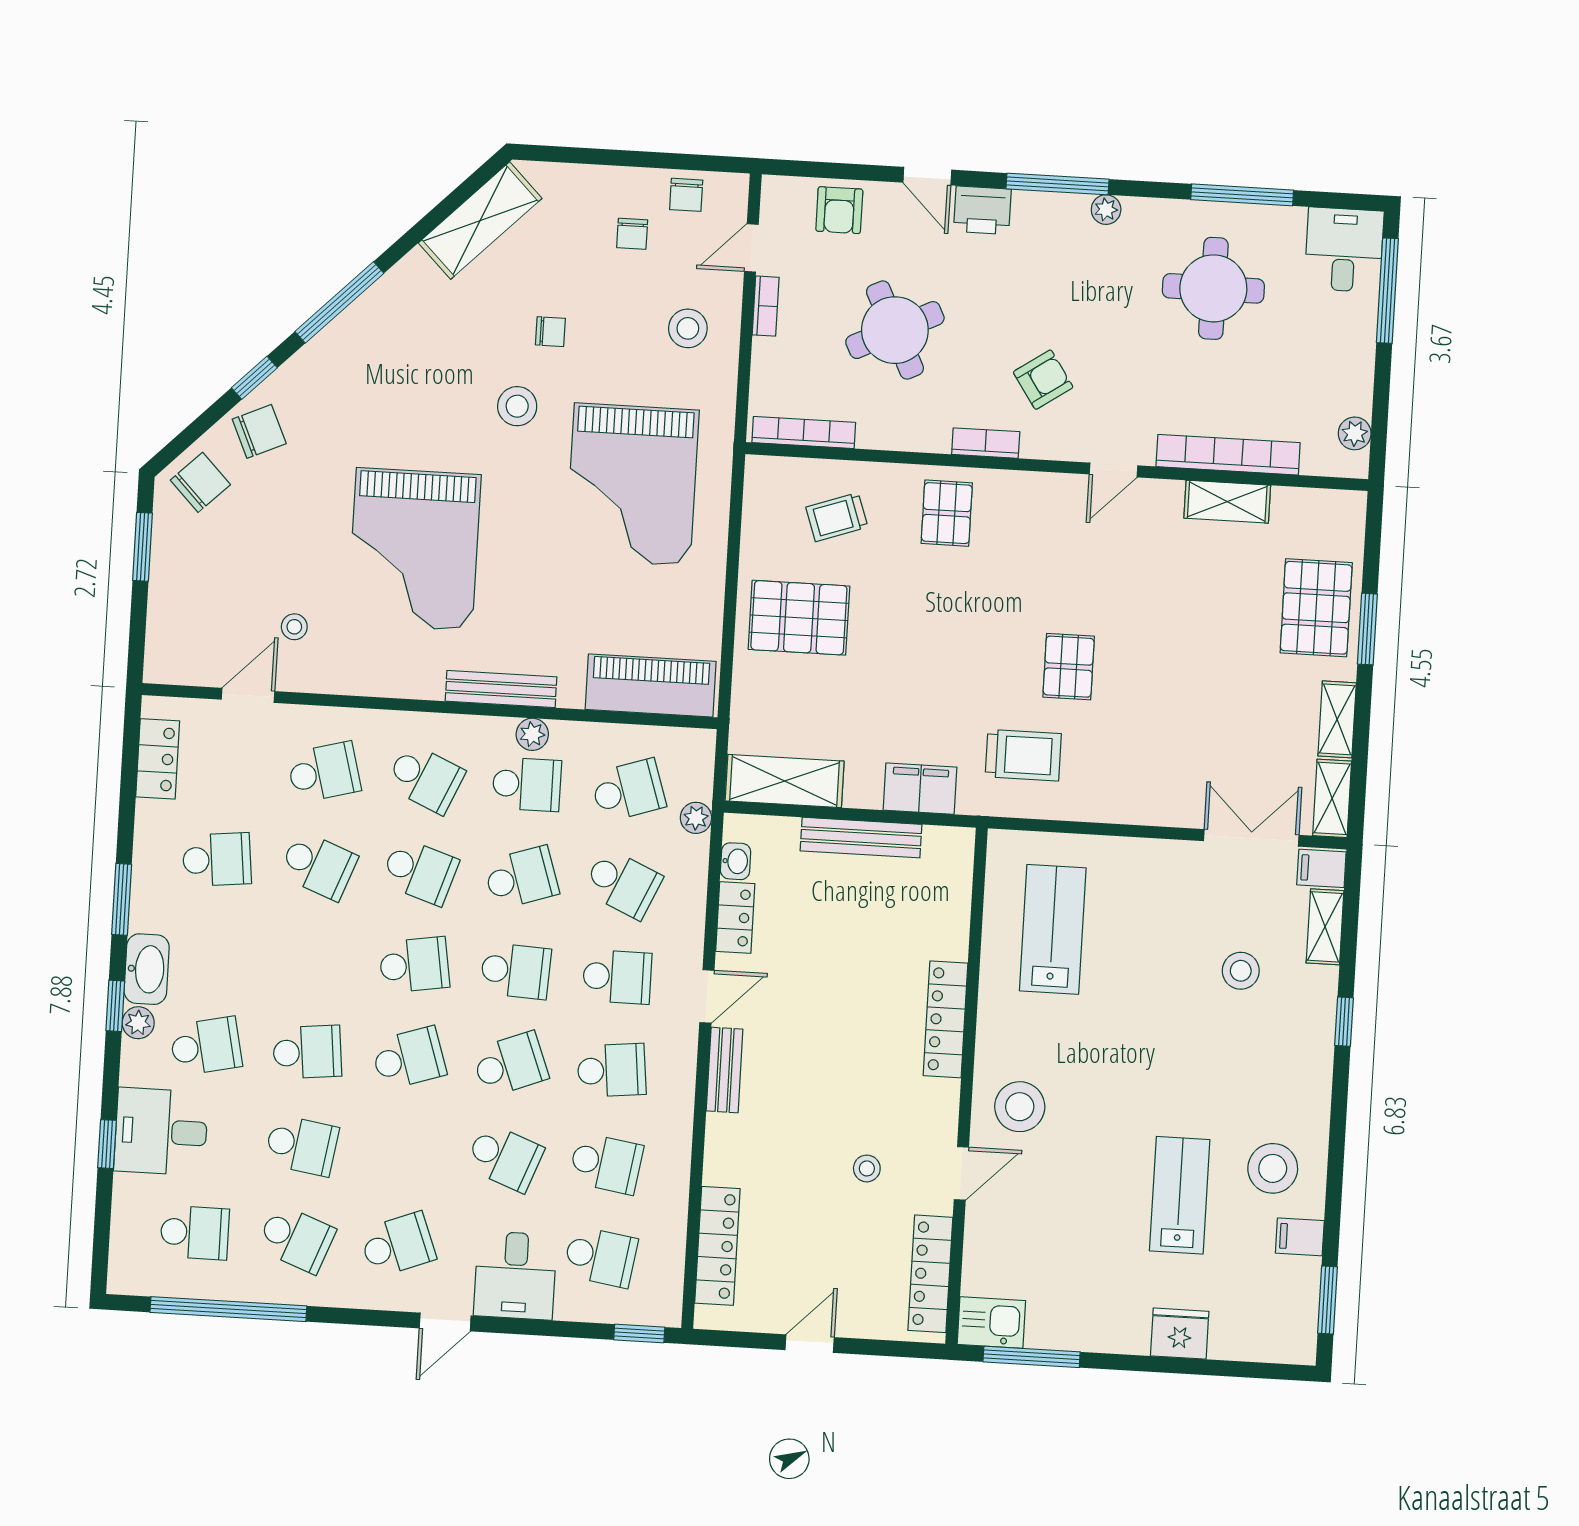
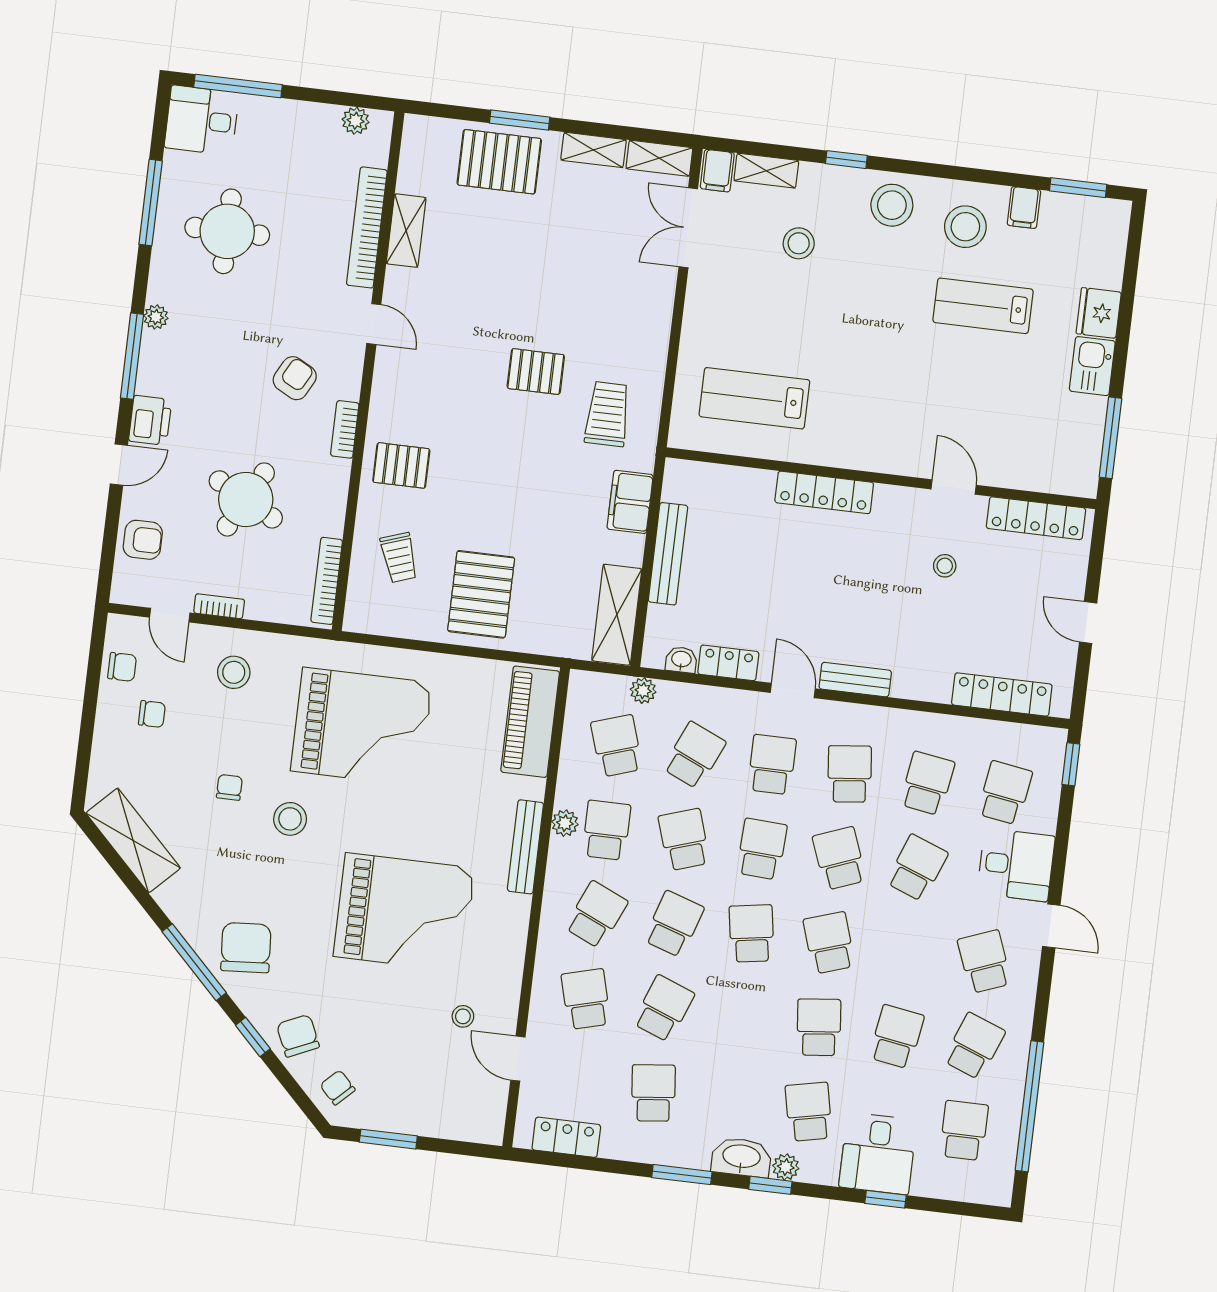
round table: (895, 330) -> (246, 499), turned -36
chair: (361, 363) -> (246, 948), added
armchair: (1043, 380) -> (295, 378), turned 62
chair: (200, 482) -> (338, 1087), width x0.73, depth x0.73
stool: (1020, 1107) -> (892, 205), moved
kitchen sink: (991, 1323) -> (1092, 366), moved

